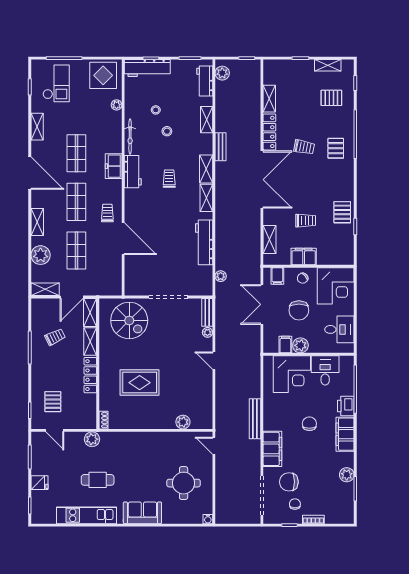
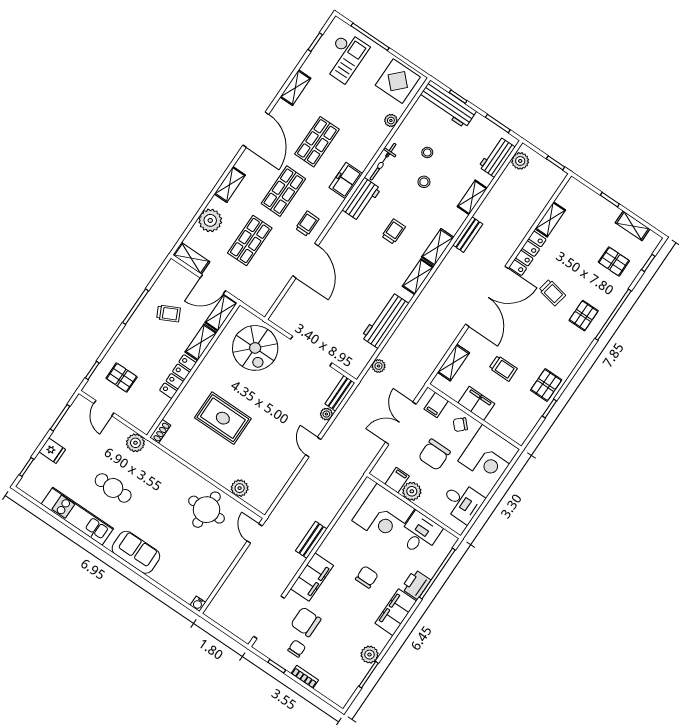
pallet: (53, 402) -> (122, 378), turned 90
bench: (255, 419) -> (311, 540), width x0.73
round table: (184, 483) -> (207, 510), moved

